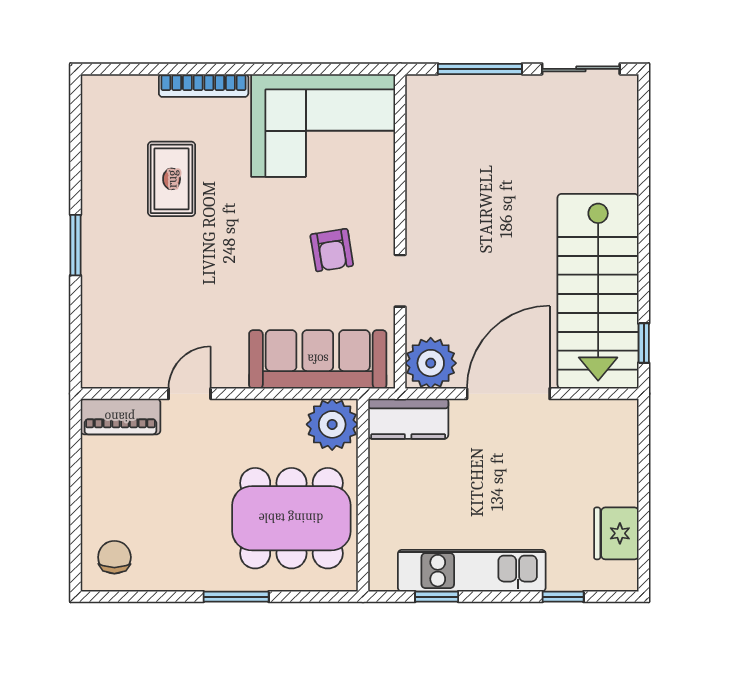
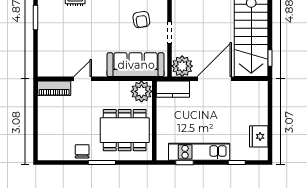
chair: (114, 557) -> (82, 151), moved

